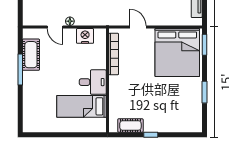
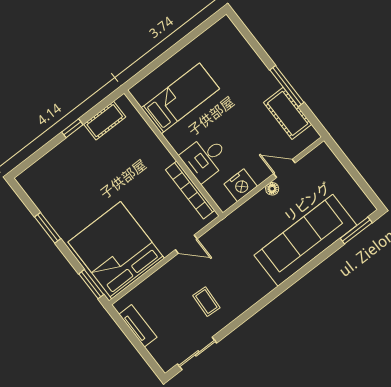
desk: (93, 82) -> (205, 158), moved

